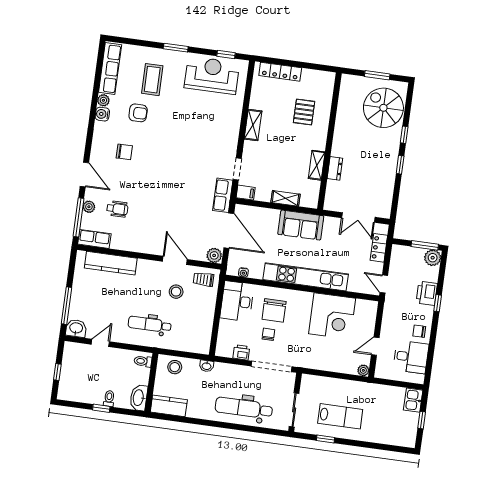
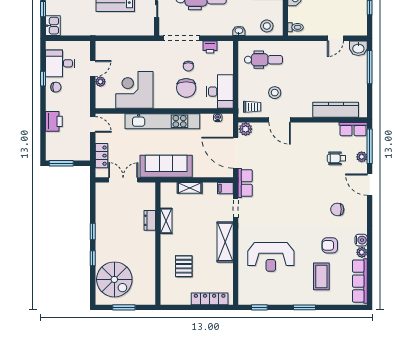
reception desk: (212, 75) -> (271, 257), moved
shelving: (253, 125) -> (225, 242), width x1.50, depth x1.33
sofa: (301, 225) -> (166, 166), width x1.36
plant: (433, 258) -> (53, 153), removed
window: (438, 303) -> (43, 79), moved
chair: (274, 310) -> (186, 88), turned 180
dental chair: (150, 324) -> (263, 60), moved
plant: (363, 370) -> (100, 82), moved

